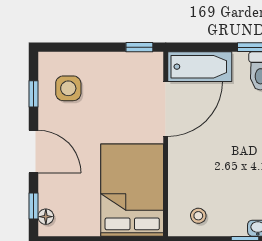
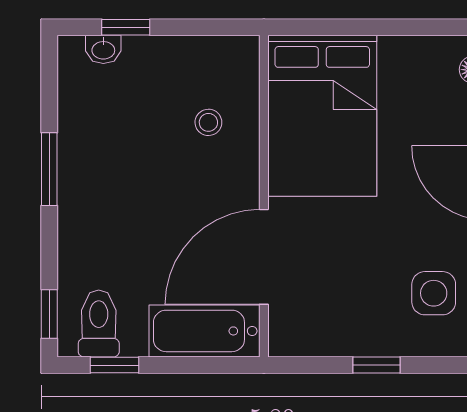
window: (139, 47) -> (377, 365), moved
stool: (198, 216) -> (208, 122), moved

